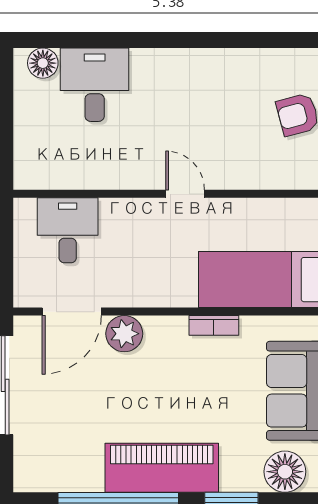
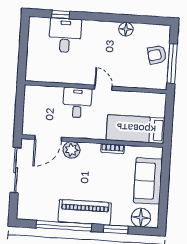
window: (82, 40) -> (61, 14), added
floor lamp: (43, 63) -> (126, 29), moved
desk: (68, 230) -> (77, 103), moved

